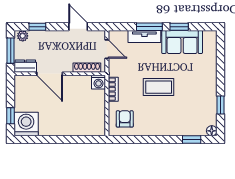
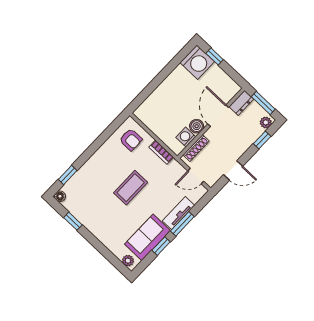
plant: (211, 40) -> (128, 261), added
door: (50, 74) -> (218, 116), hinge flipped
boiler: (71, 82) -> (197, 126), added
washing machine: (98, 82) -> (186, 137), moved

